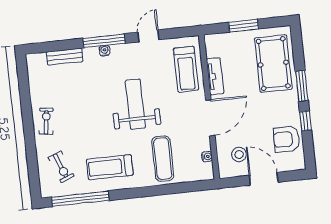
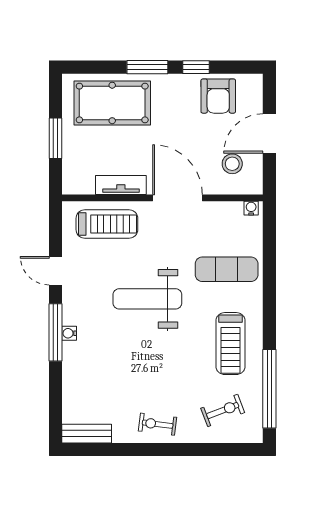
bench: (65, 57) -> (87, 434), moved, turned 90
water cooler: (207, 157) -> (251, 208), moved

